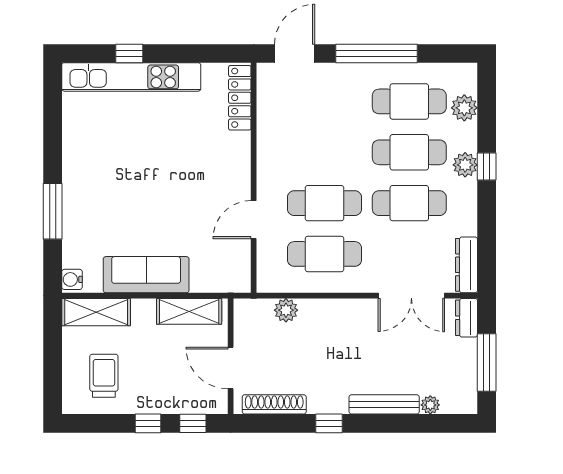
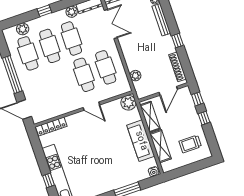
plant: (465, 165) -> (72, 12), moved
door: (254, 220) -> (91, 106), moved
plant: (234, 276) -> (128, 103), added
shelving: (96, 312) -> (160, 146), moved

